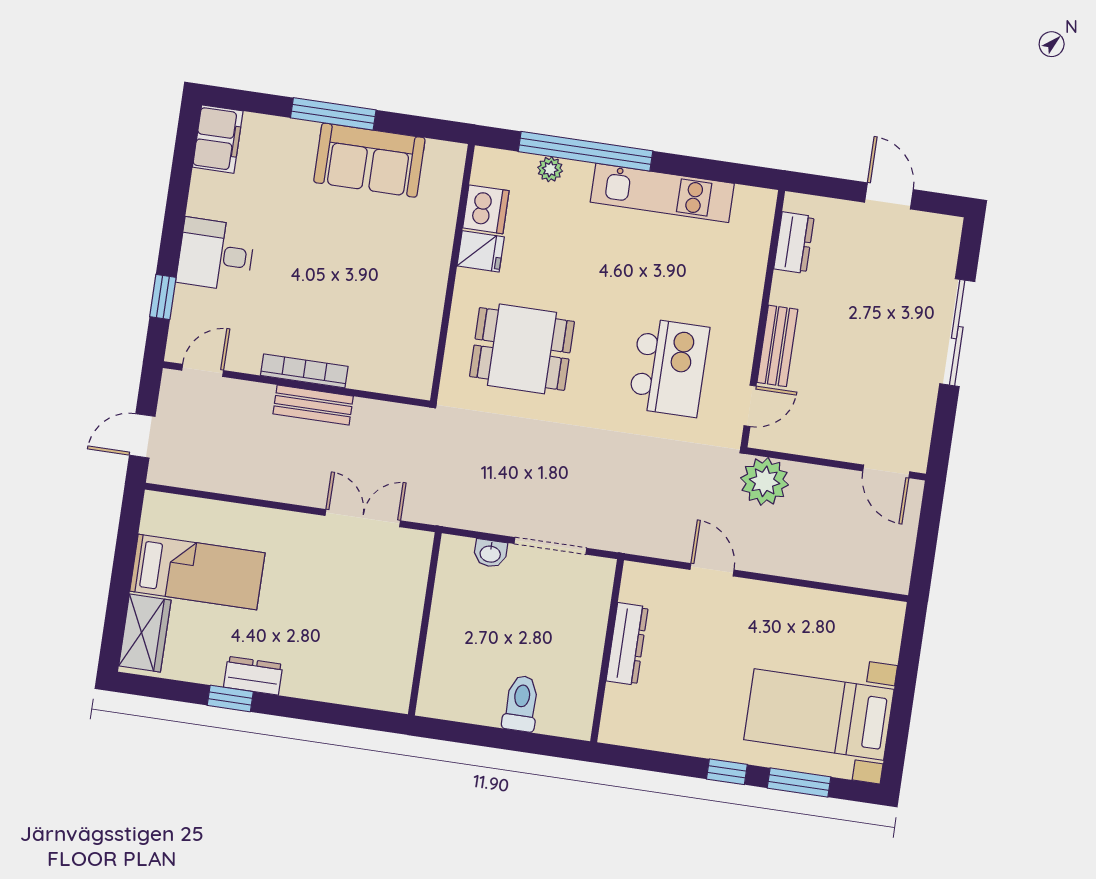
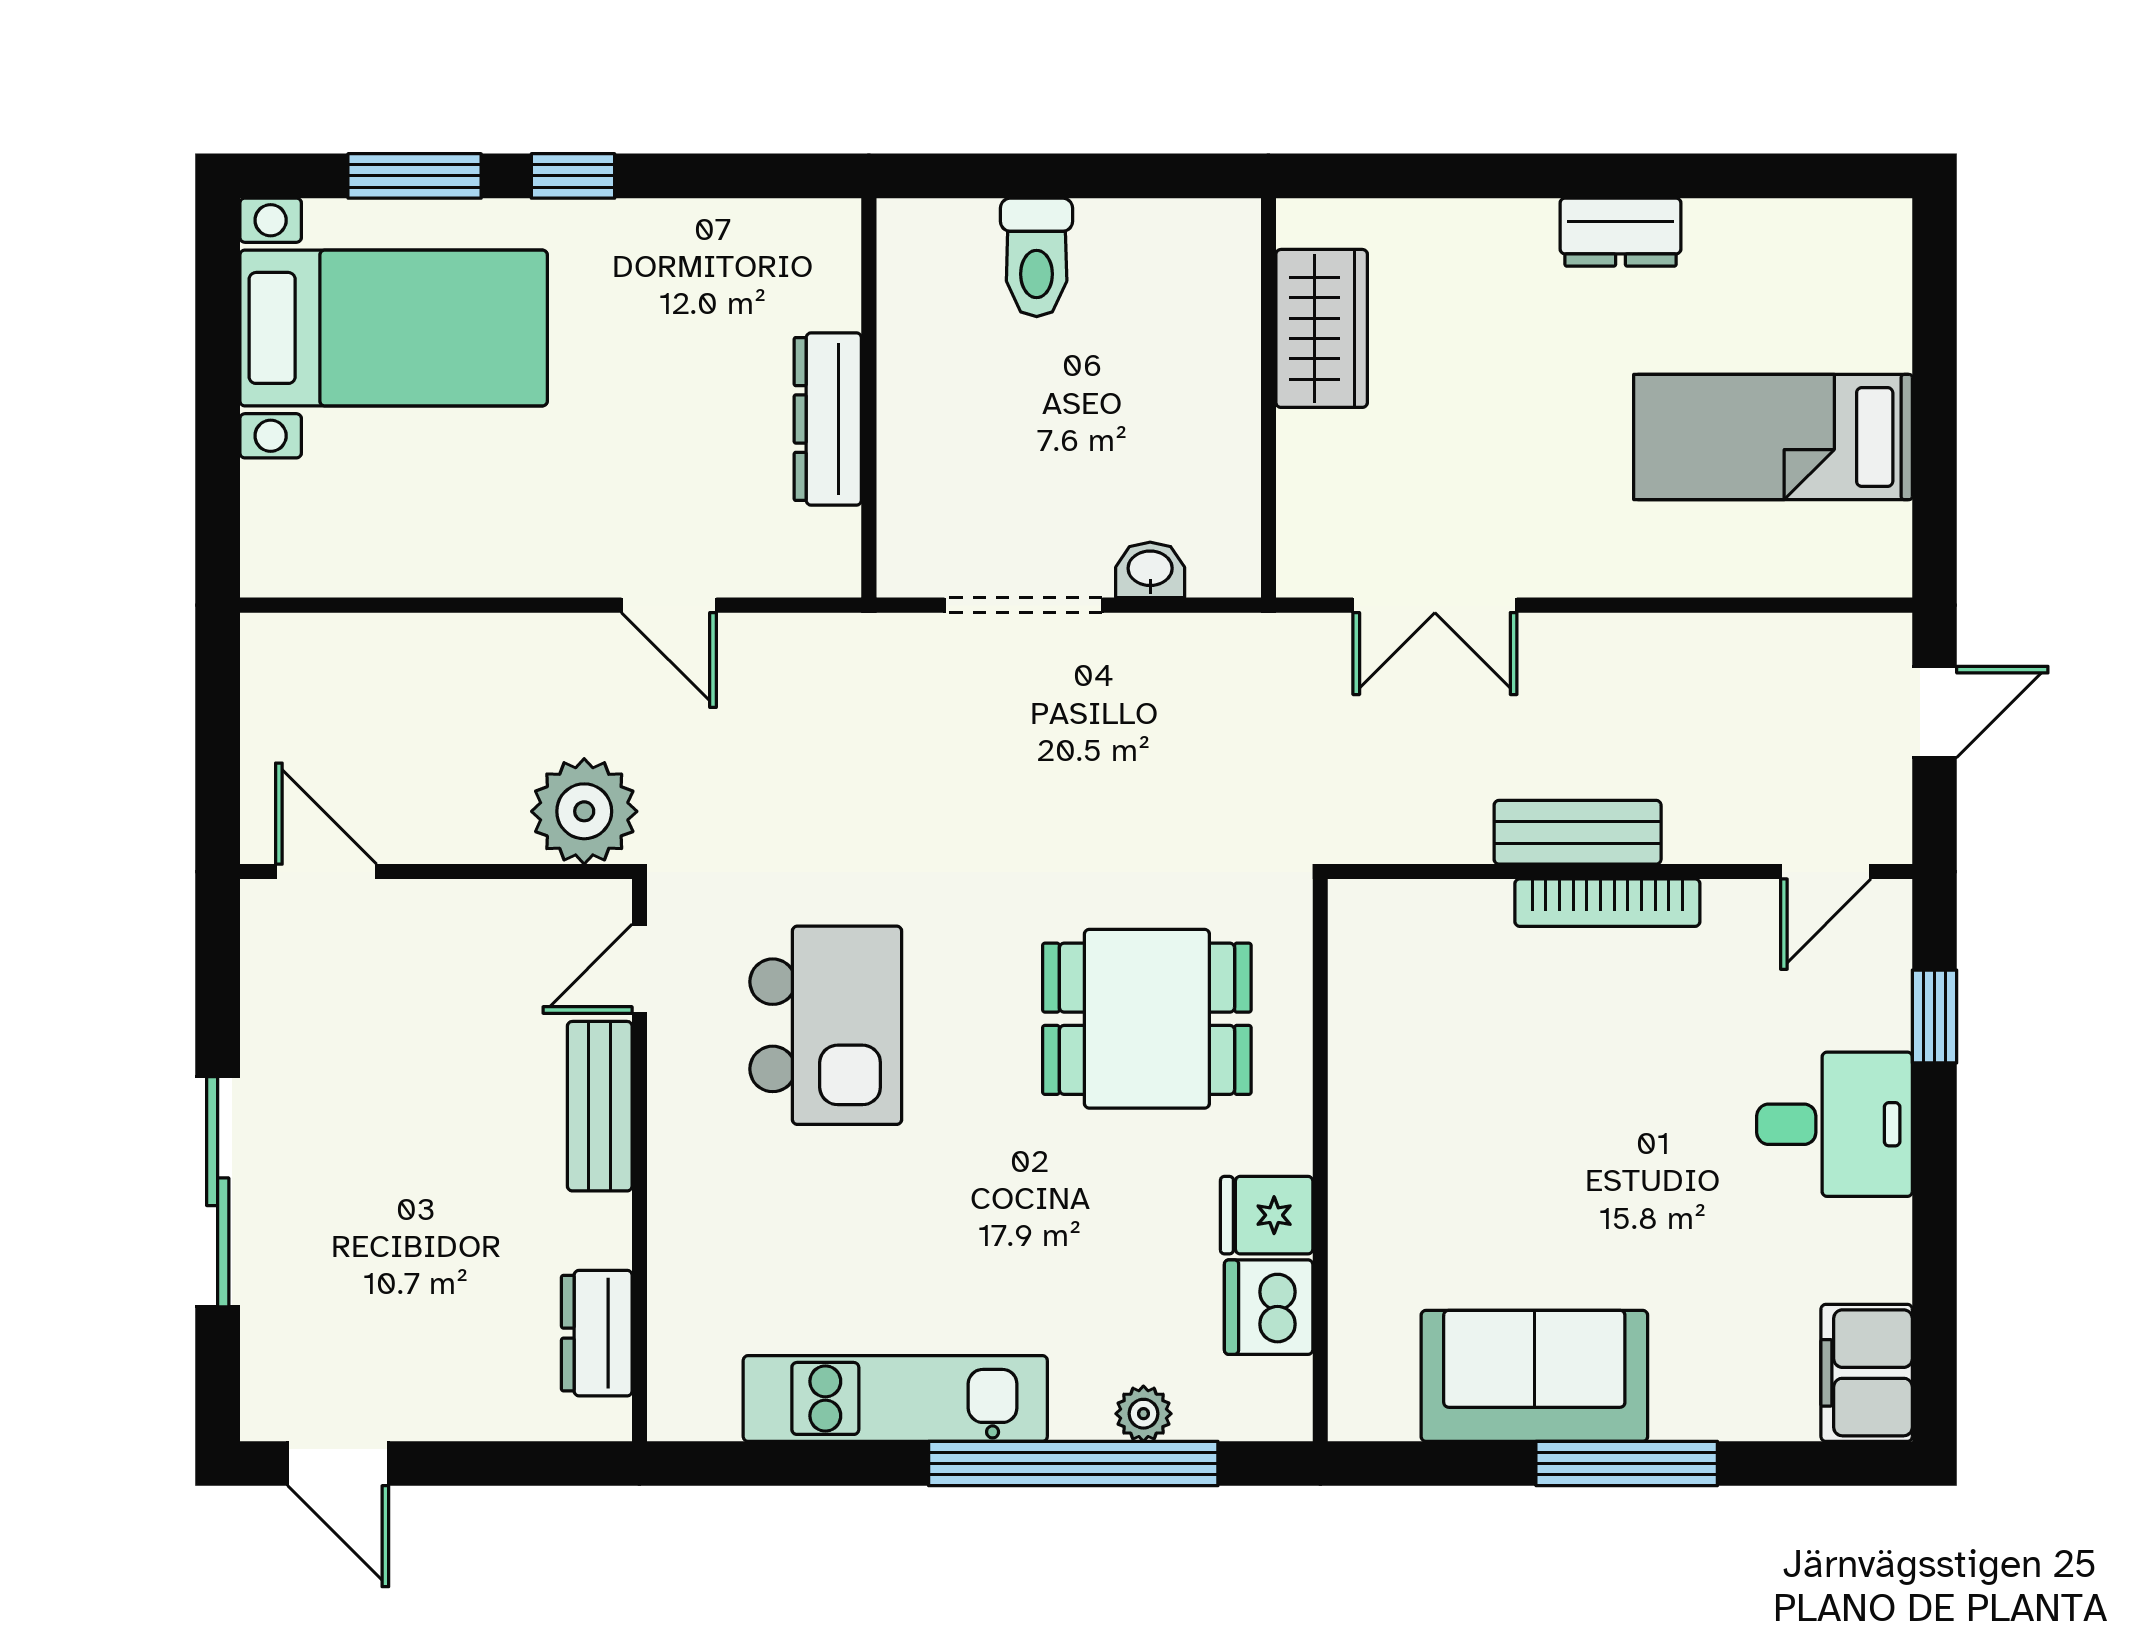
door: (889, 196) -> (338, 1464), moved
kitchen island: (669, 368) -> (826, 1025), turned 180
wardrobe: (145, 633) -> (1322, 328), moved, turned 180
window: (230, 698) -> (1662, 176), removed

